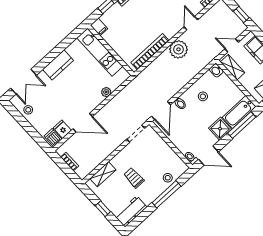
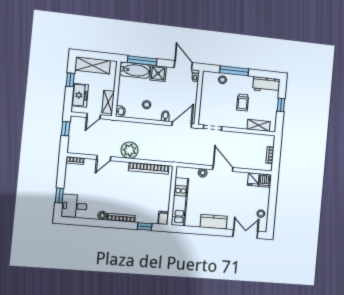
door: (232, 45) -> (93, 116), hinge flipped
door: (83, 123) -> (223, 169), moved

